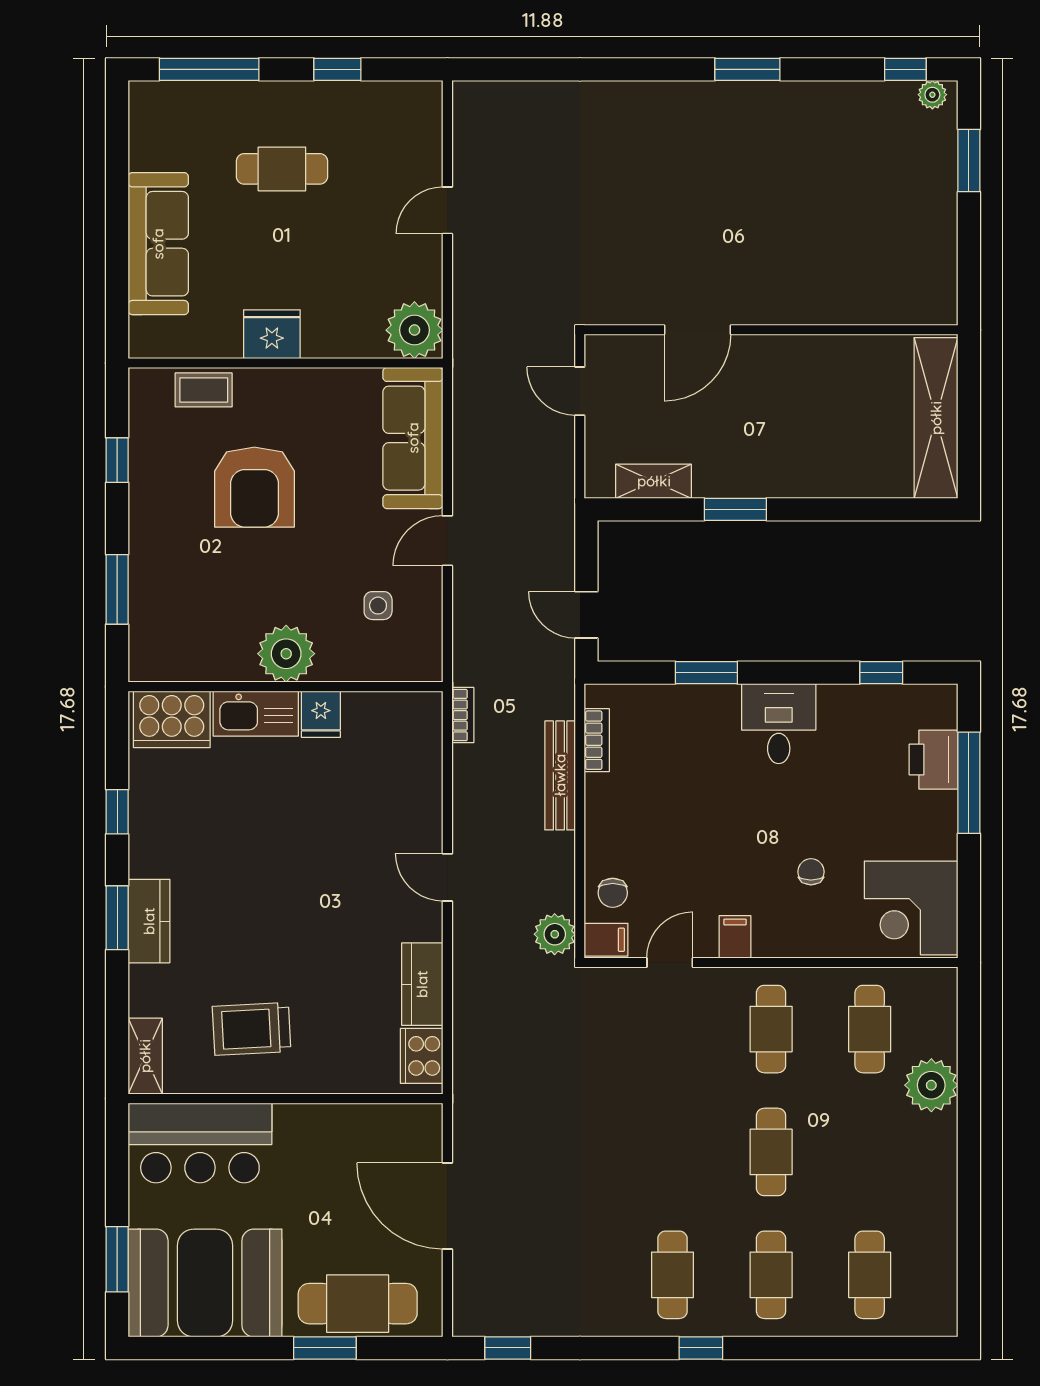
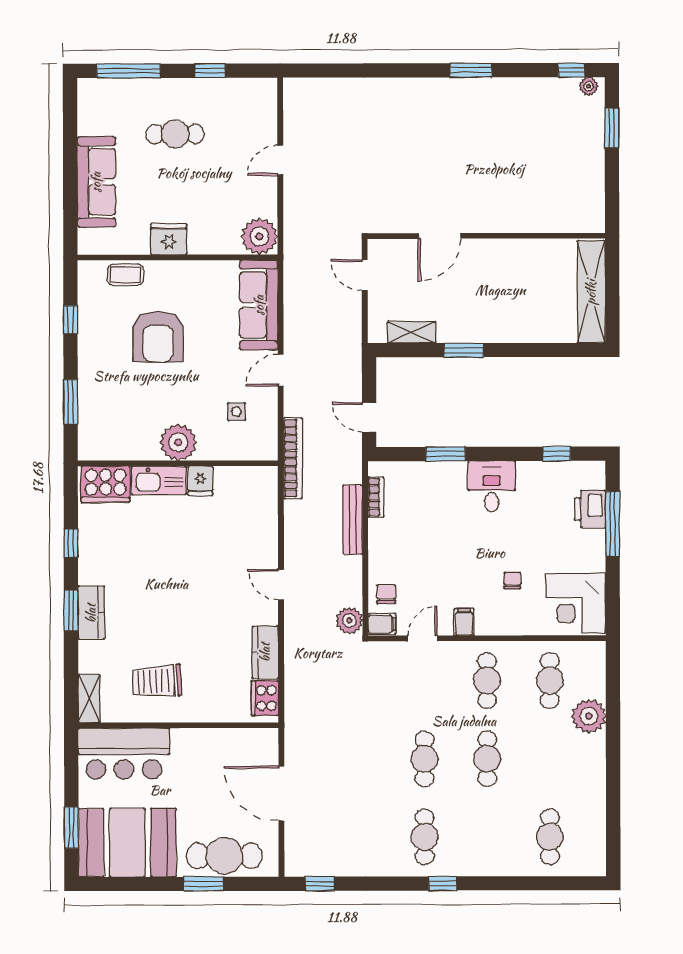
bookcase: (463, 715) -> (293, 458), width x2.31, depth x1.31
chair: (613, 893) -> (386, 594), turned 180
cafe table: (771, 1275) -> (424, 759), moved

